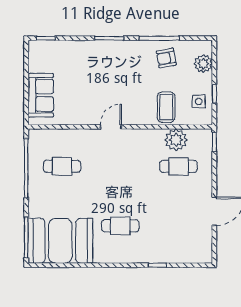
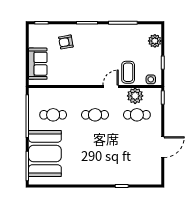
armchair: (166, 58) -> (66, 42), moved
side table: (199, 101) -> (151, 79), moved
door: (111, 127) -> (111, 86), moved
cafe table: (120, 226) -> (95, 115), moved
booth: (60, 241) -> (45, 154), moved, turned 90

